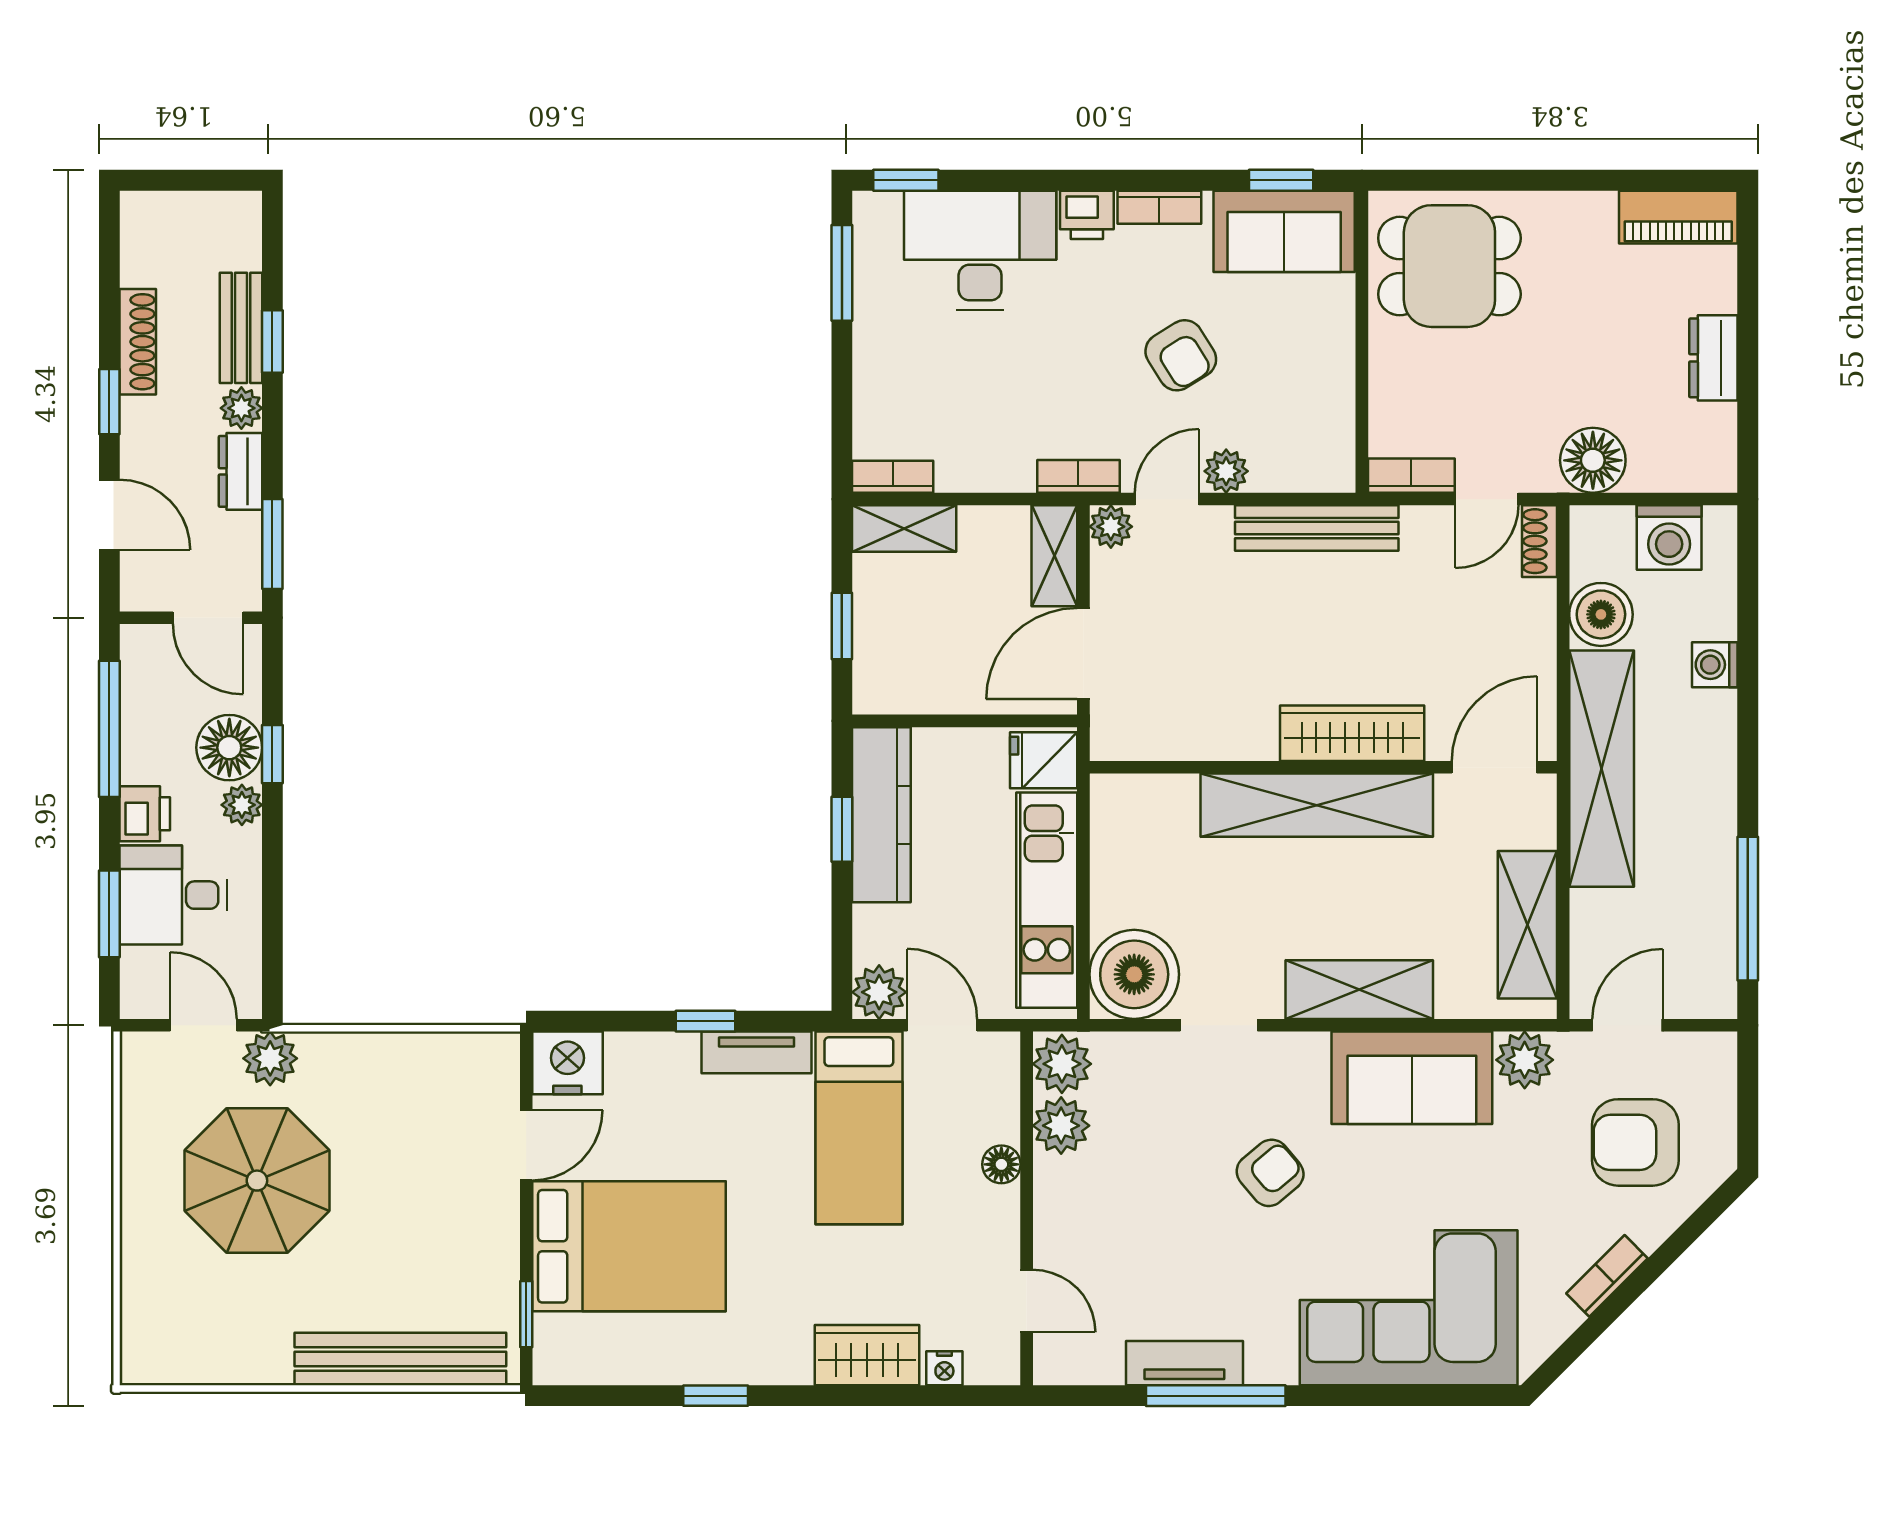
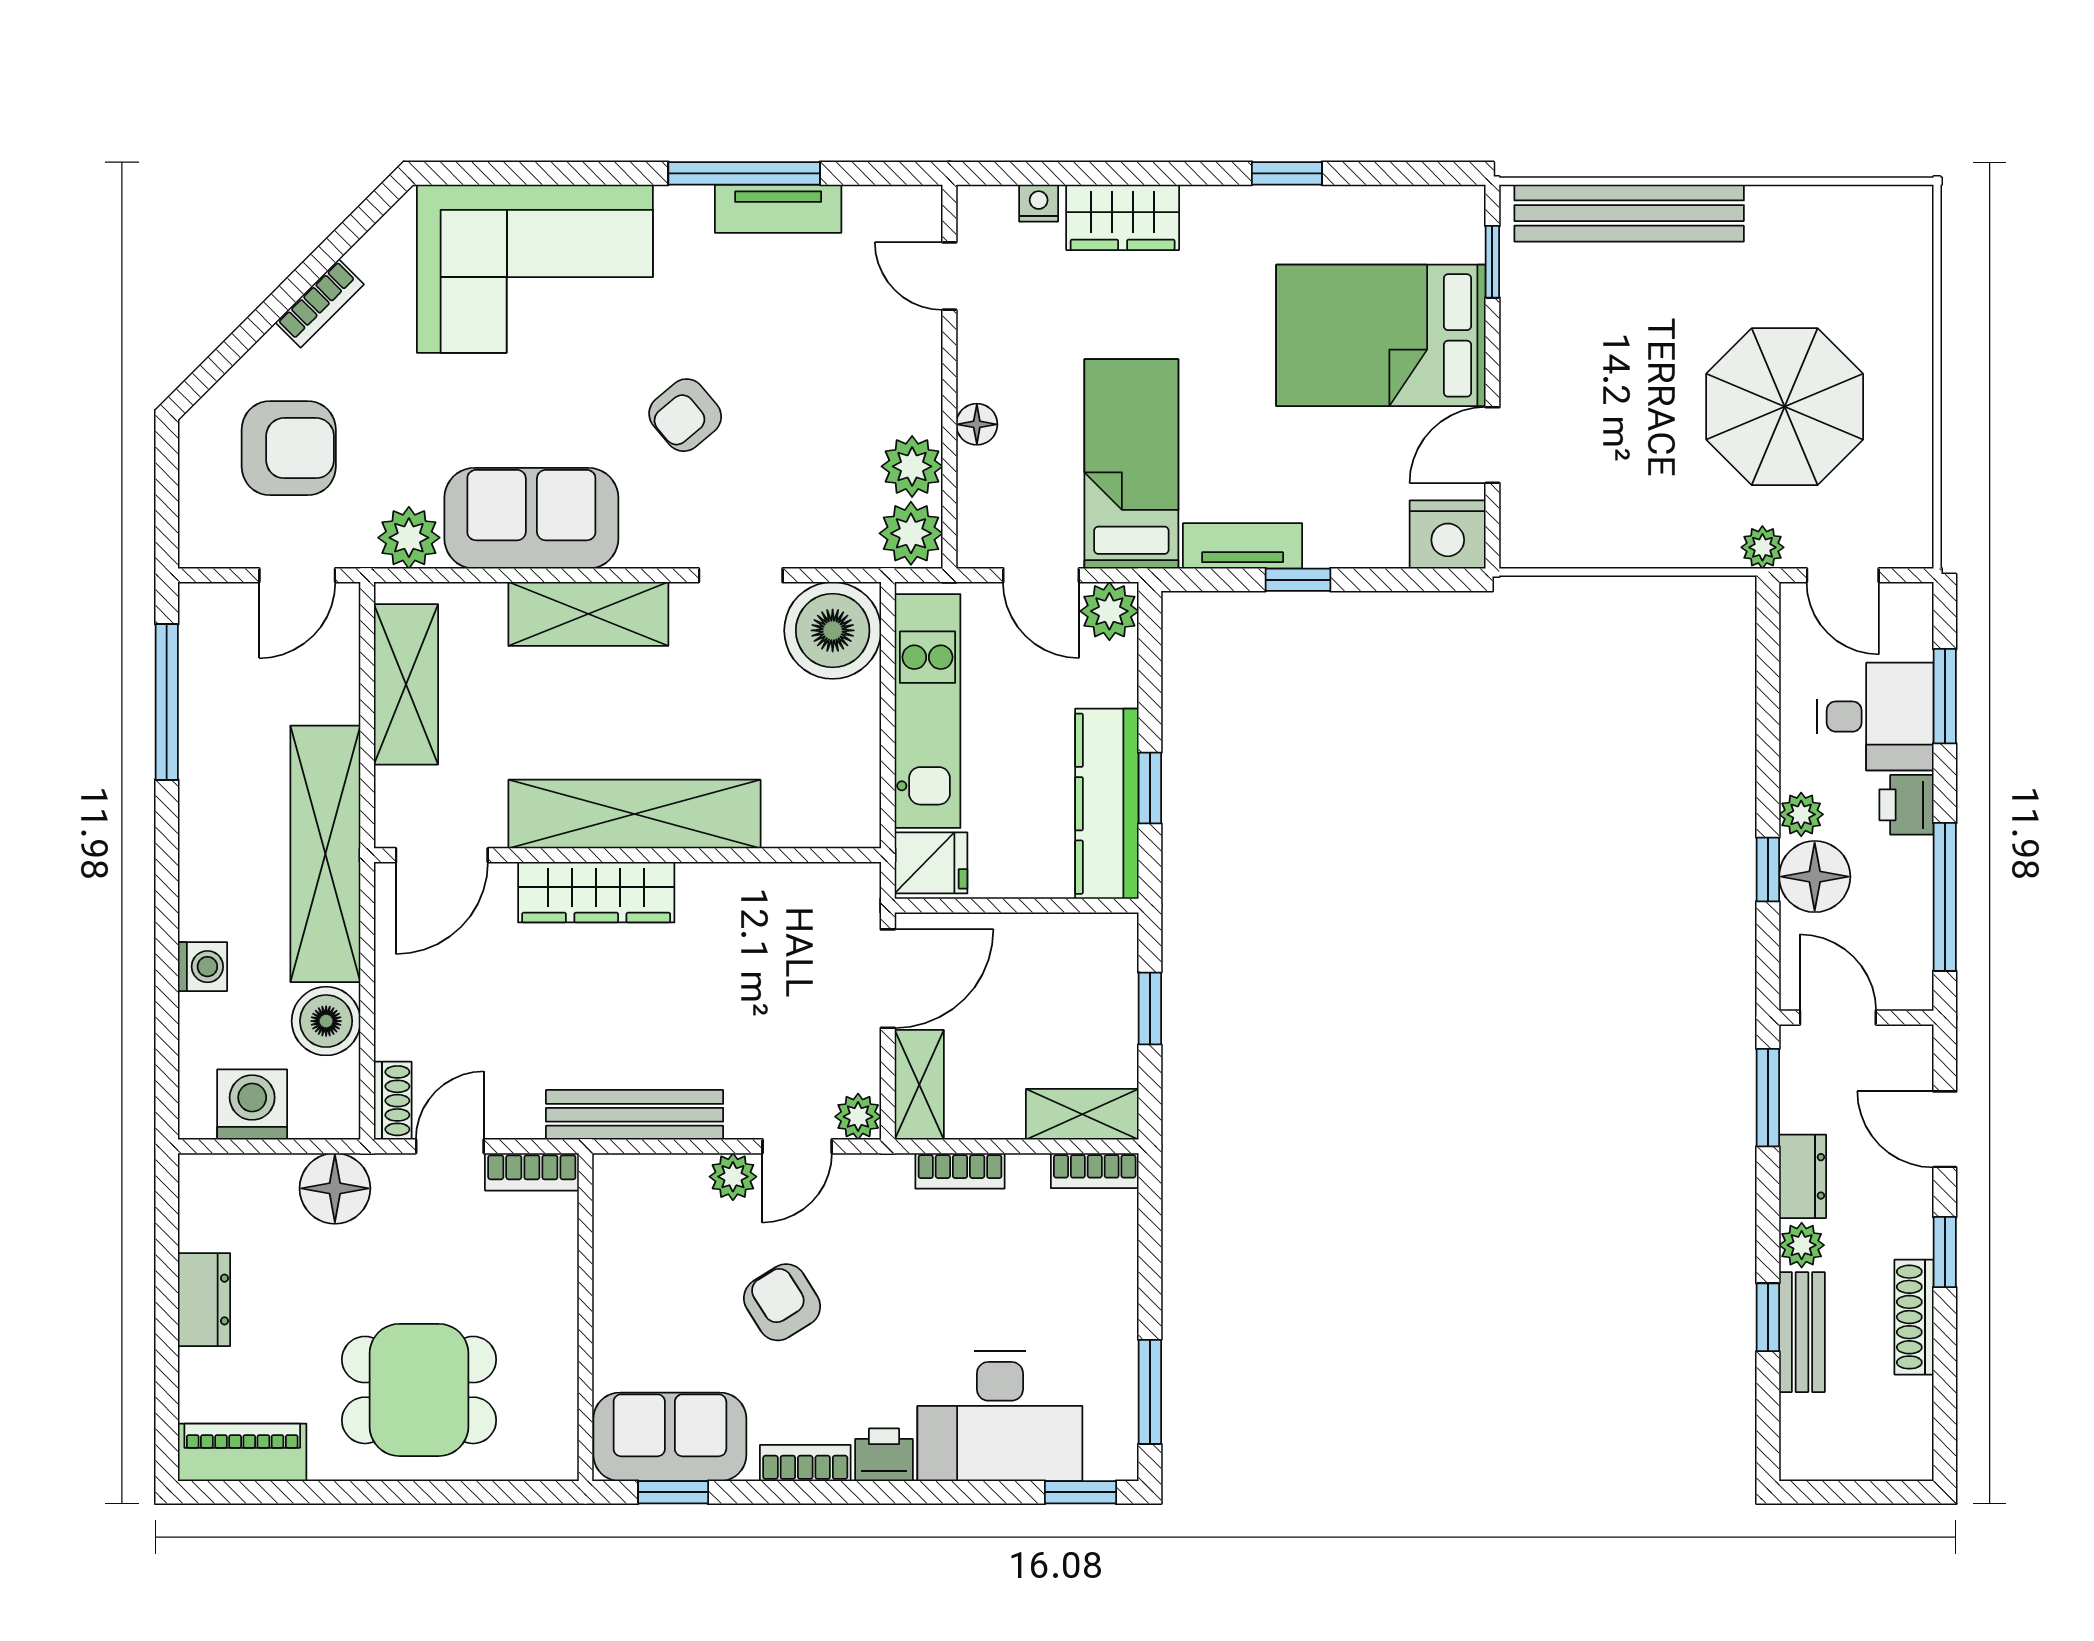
dining table: (1449, 266) -> (419, 1390), moved
bookcase: (1078, 476) -> (960, 1171), moved
plant: (270, 1058) -> (1762, 547), width x0.73, depth x0.73

